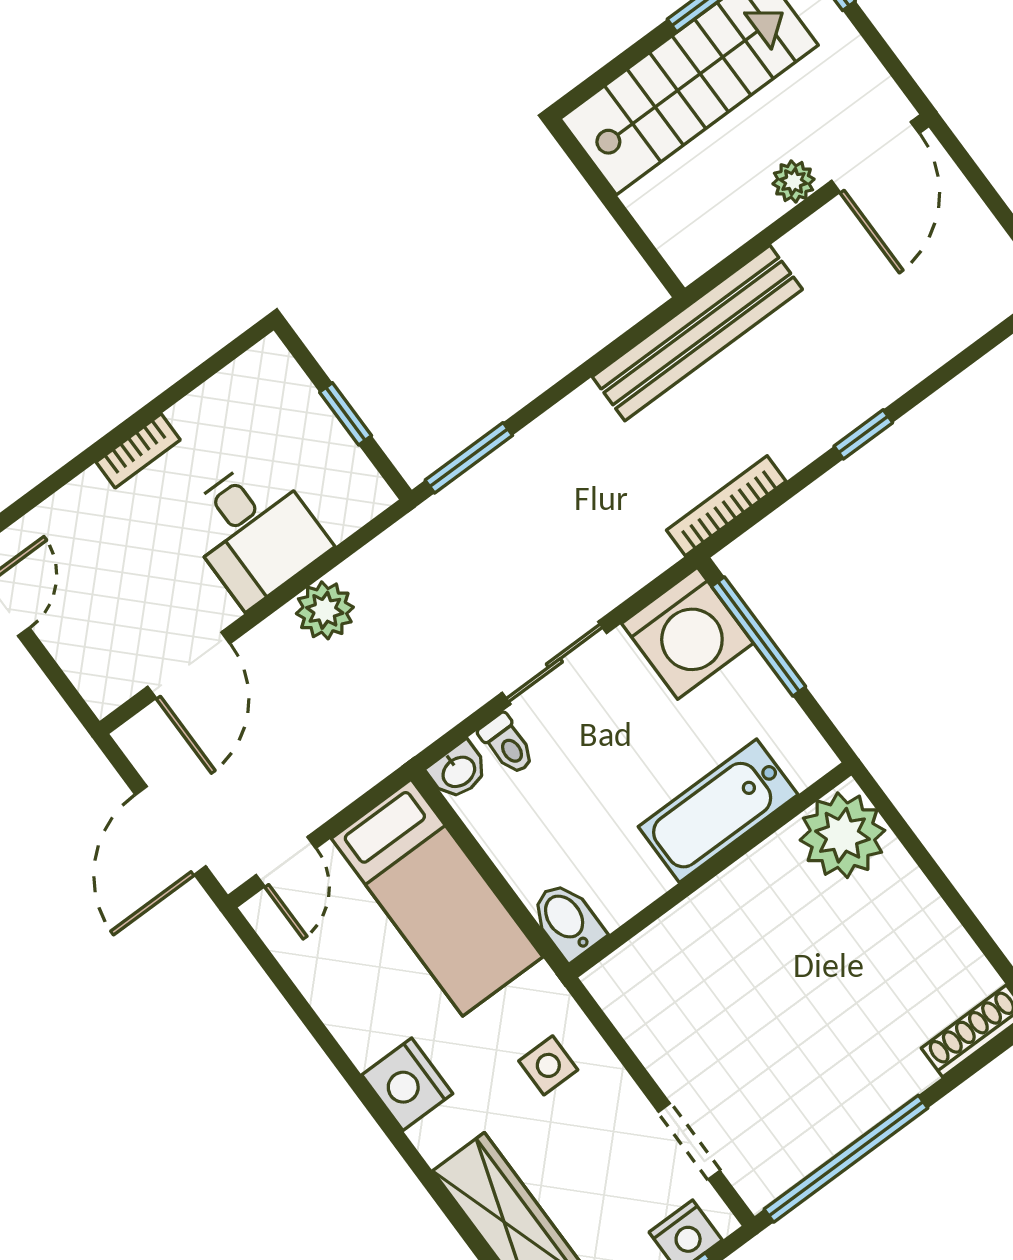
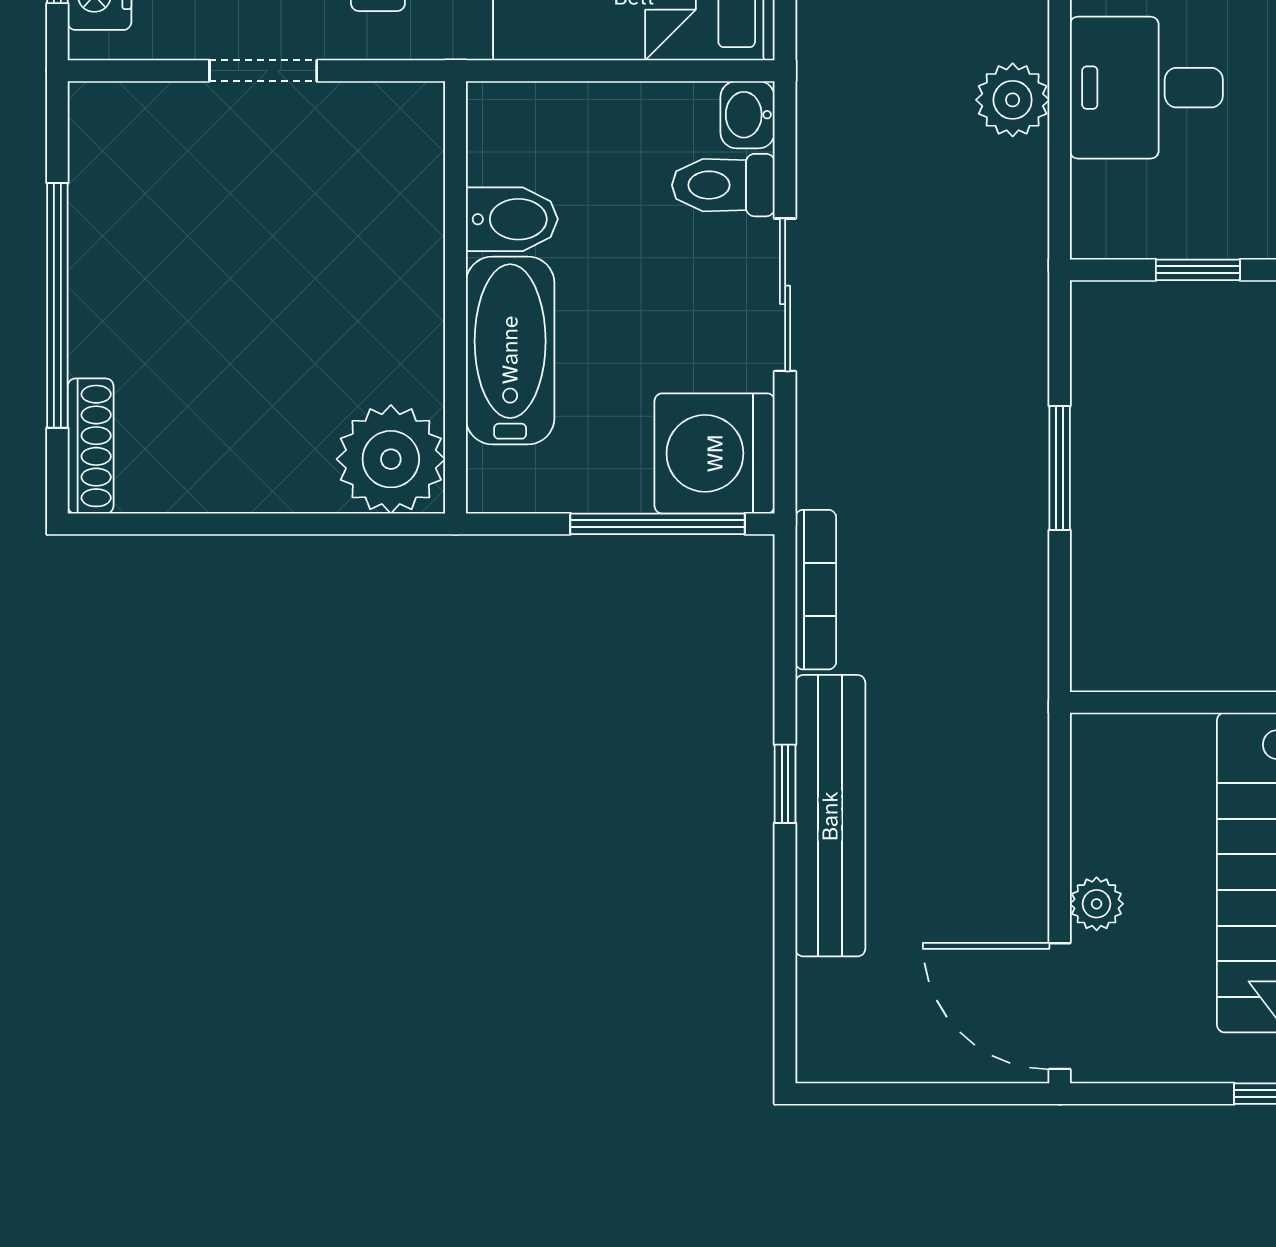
bench: (697, 333) -> (830, 816), moved
window: (469, 458) -> (1060, 468), moved
toilet: (507, 744) -> (723, 185), width x1.37, depth x1.39
bidet: (567, 921) -> (512, 219), moved
doorway: (689, 1141) -> (263, 71), moved
window: (846, 1159) -> (57, 305), moved

